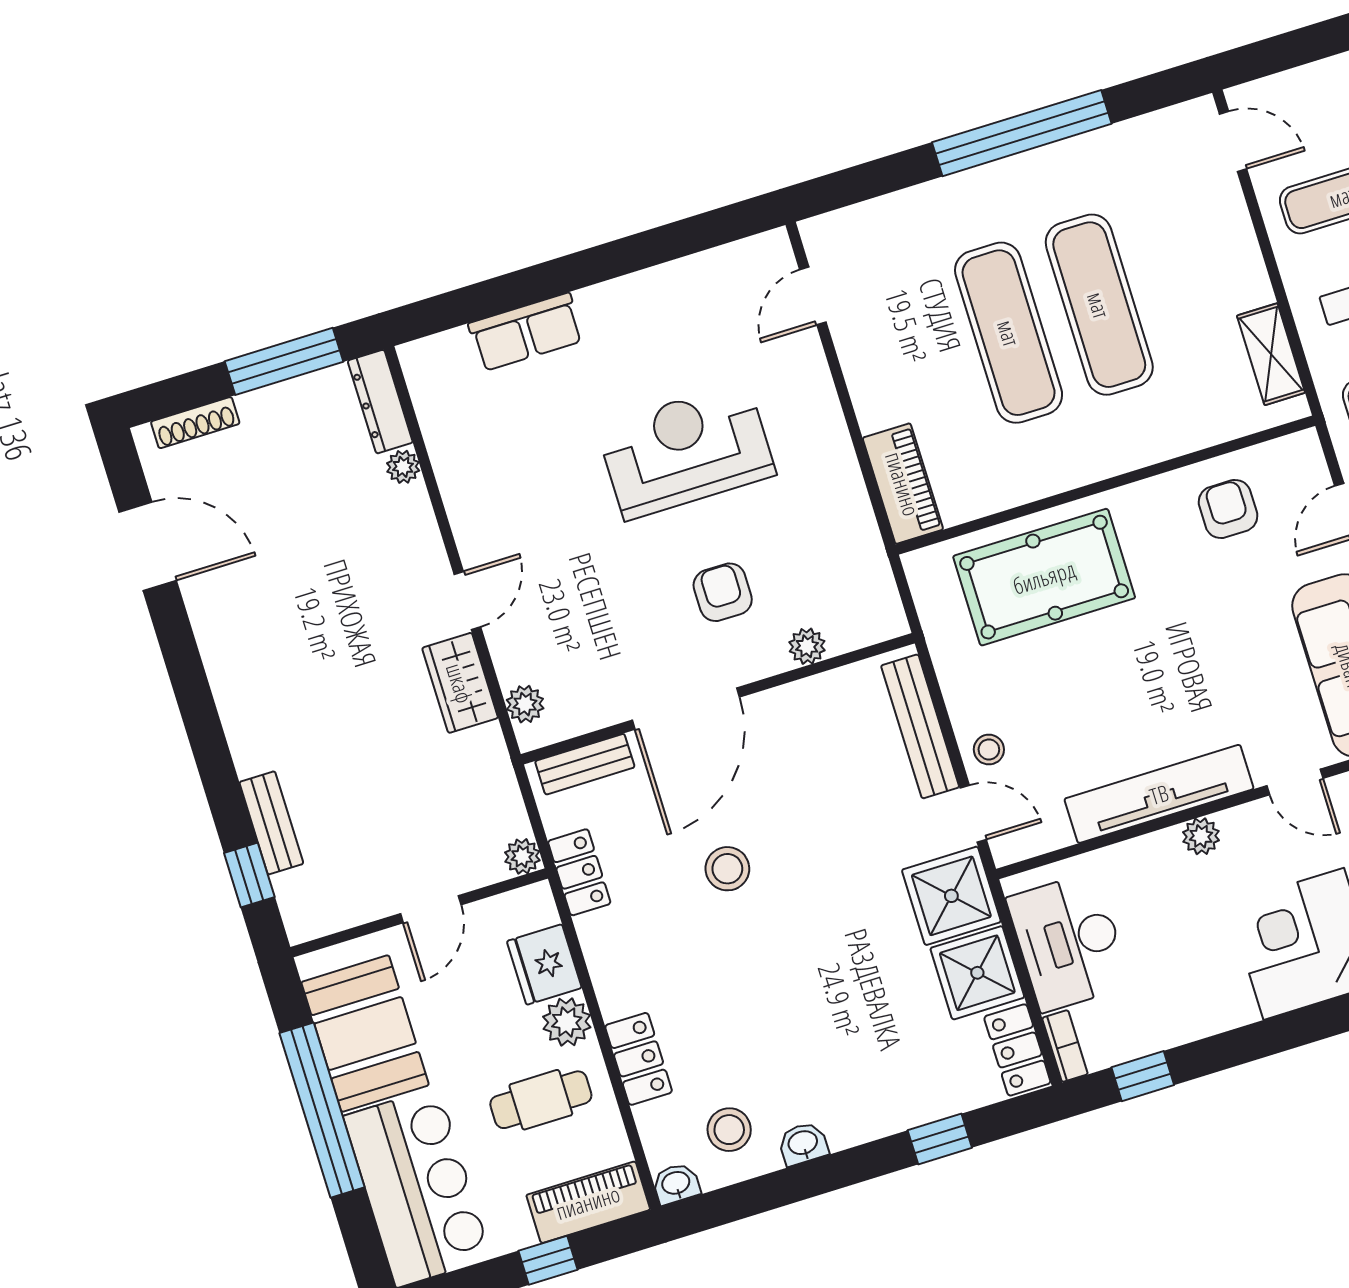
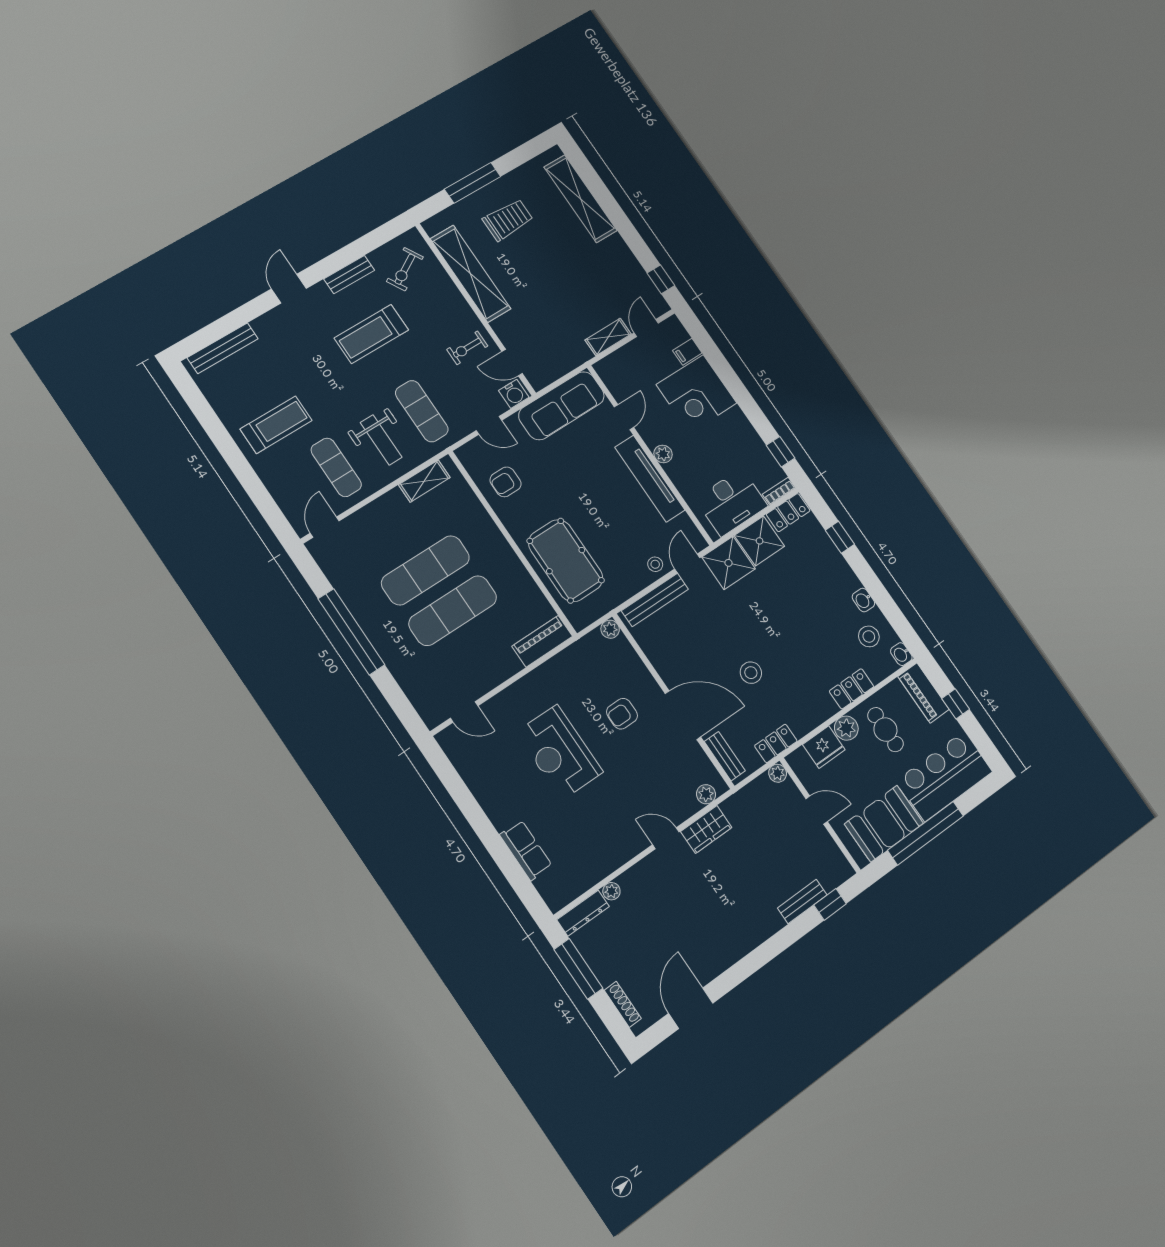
plant: (807, 646) -> (610, 629), moved

